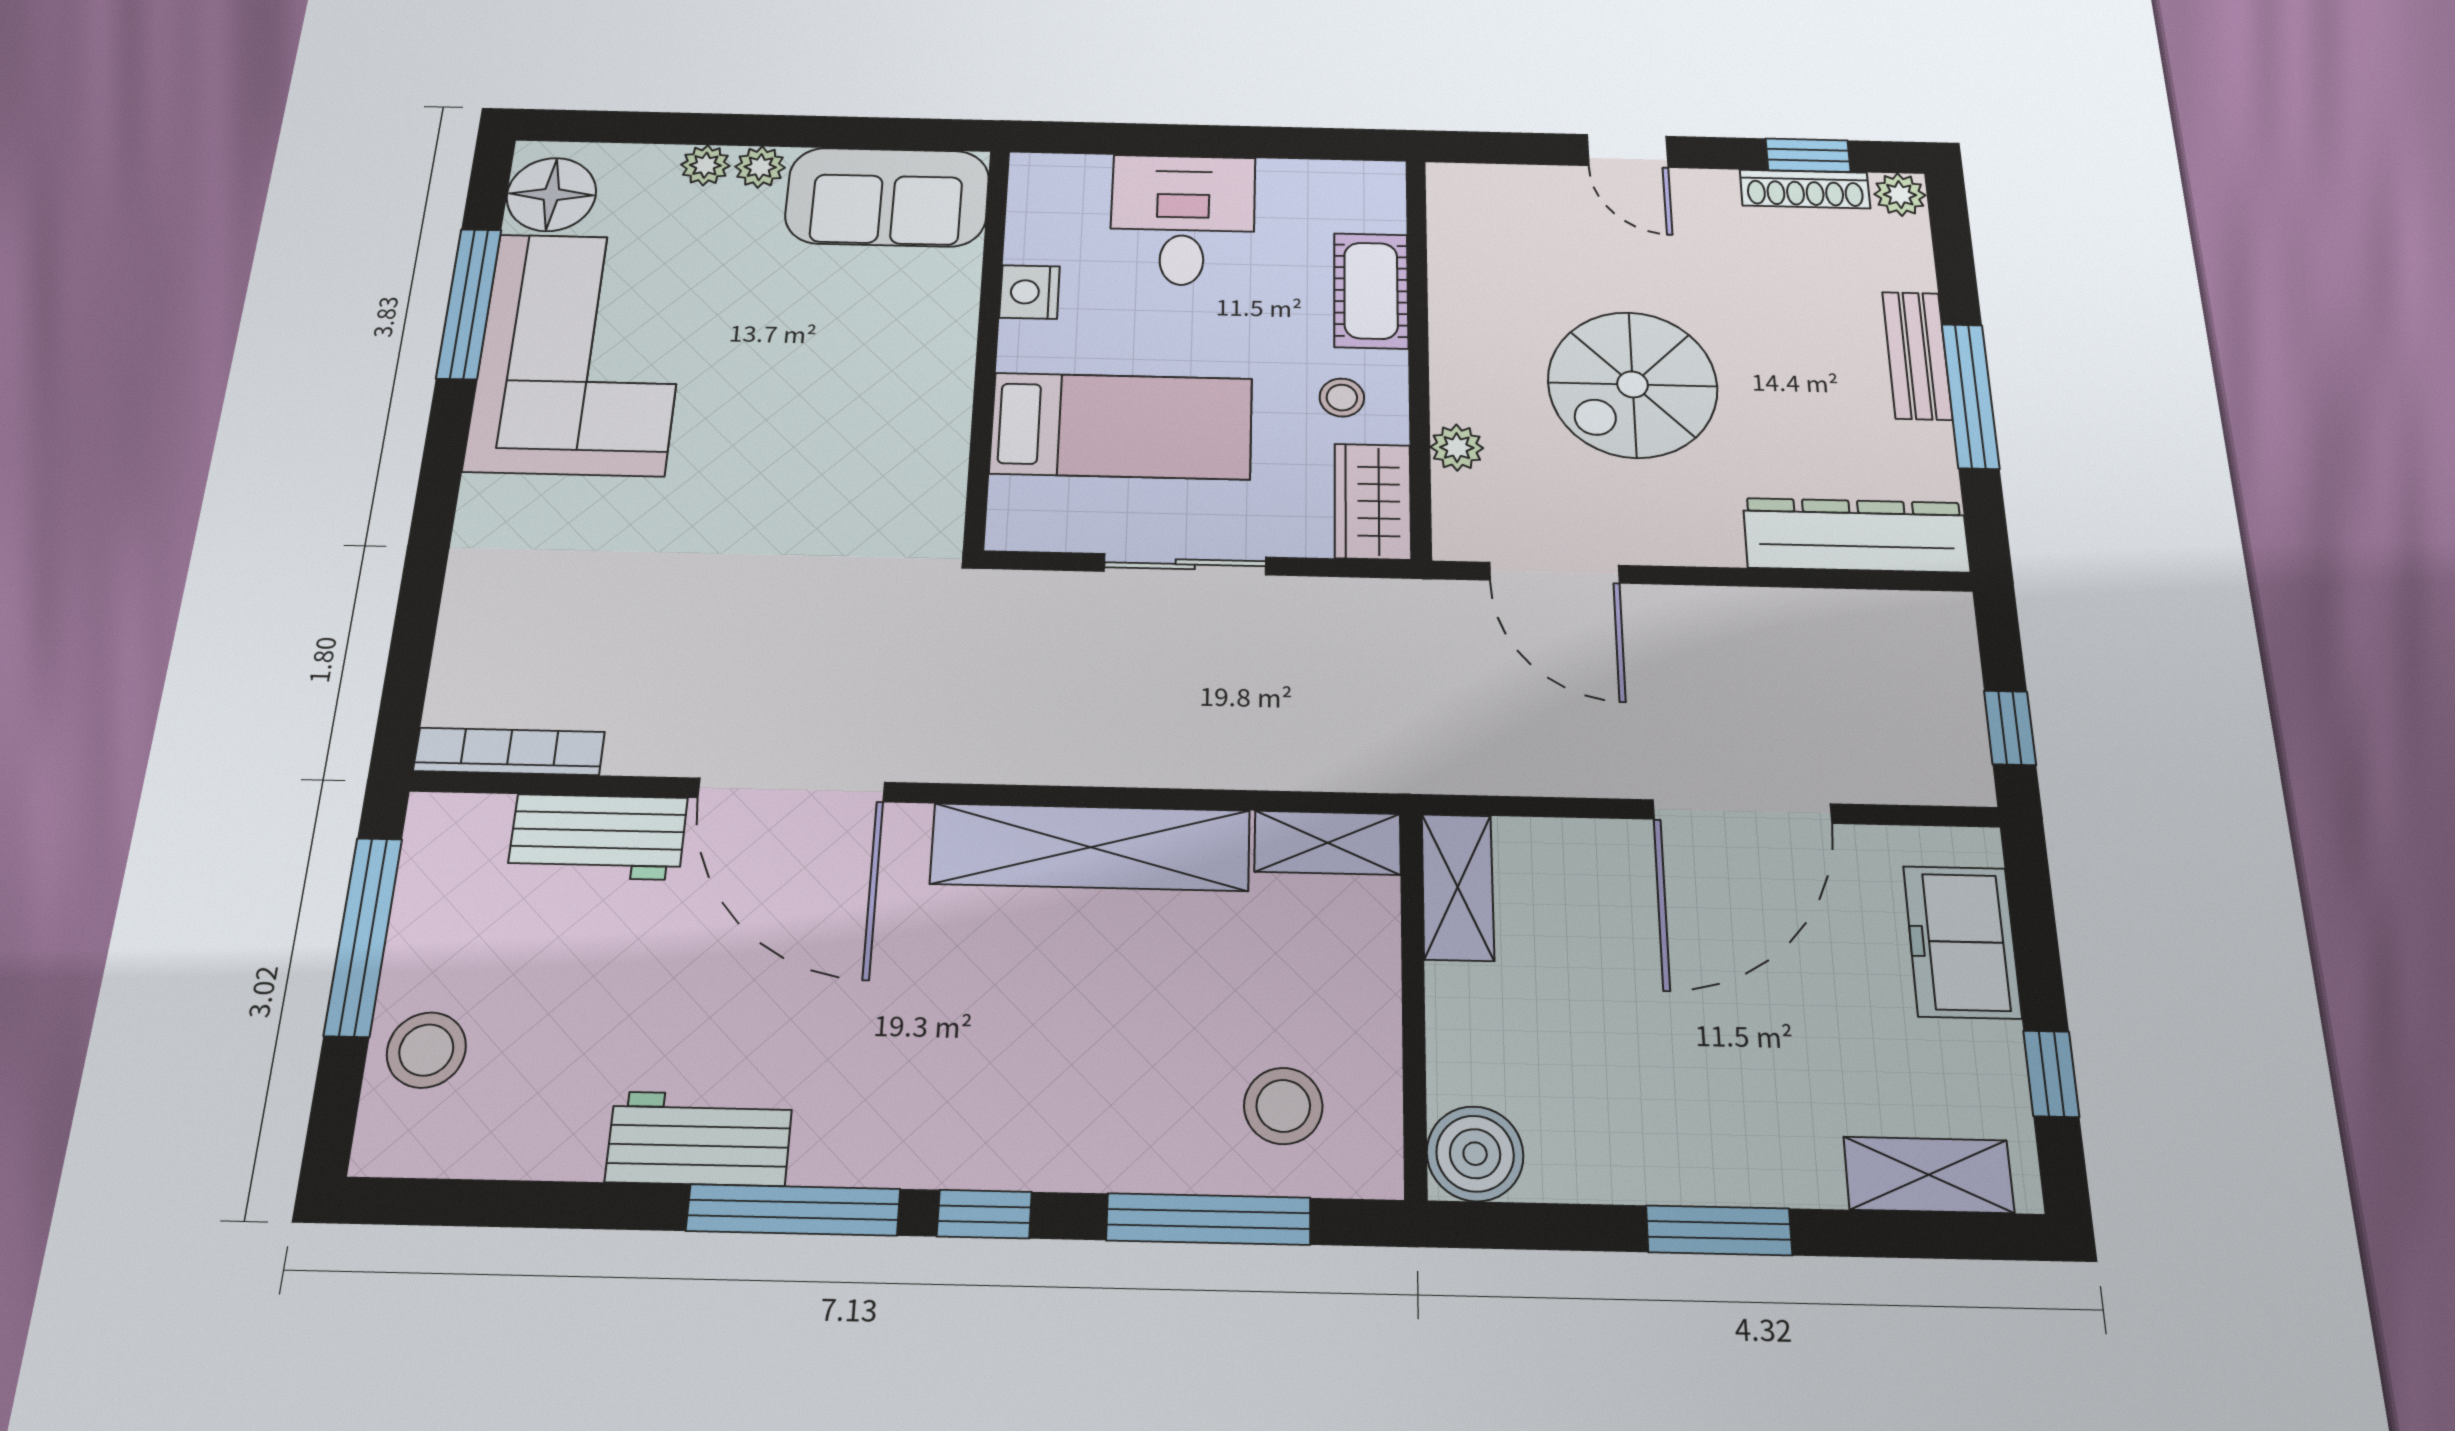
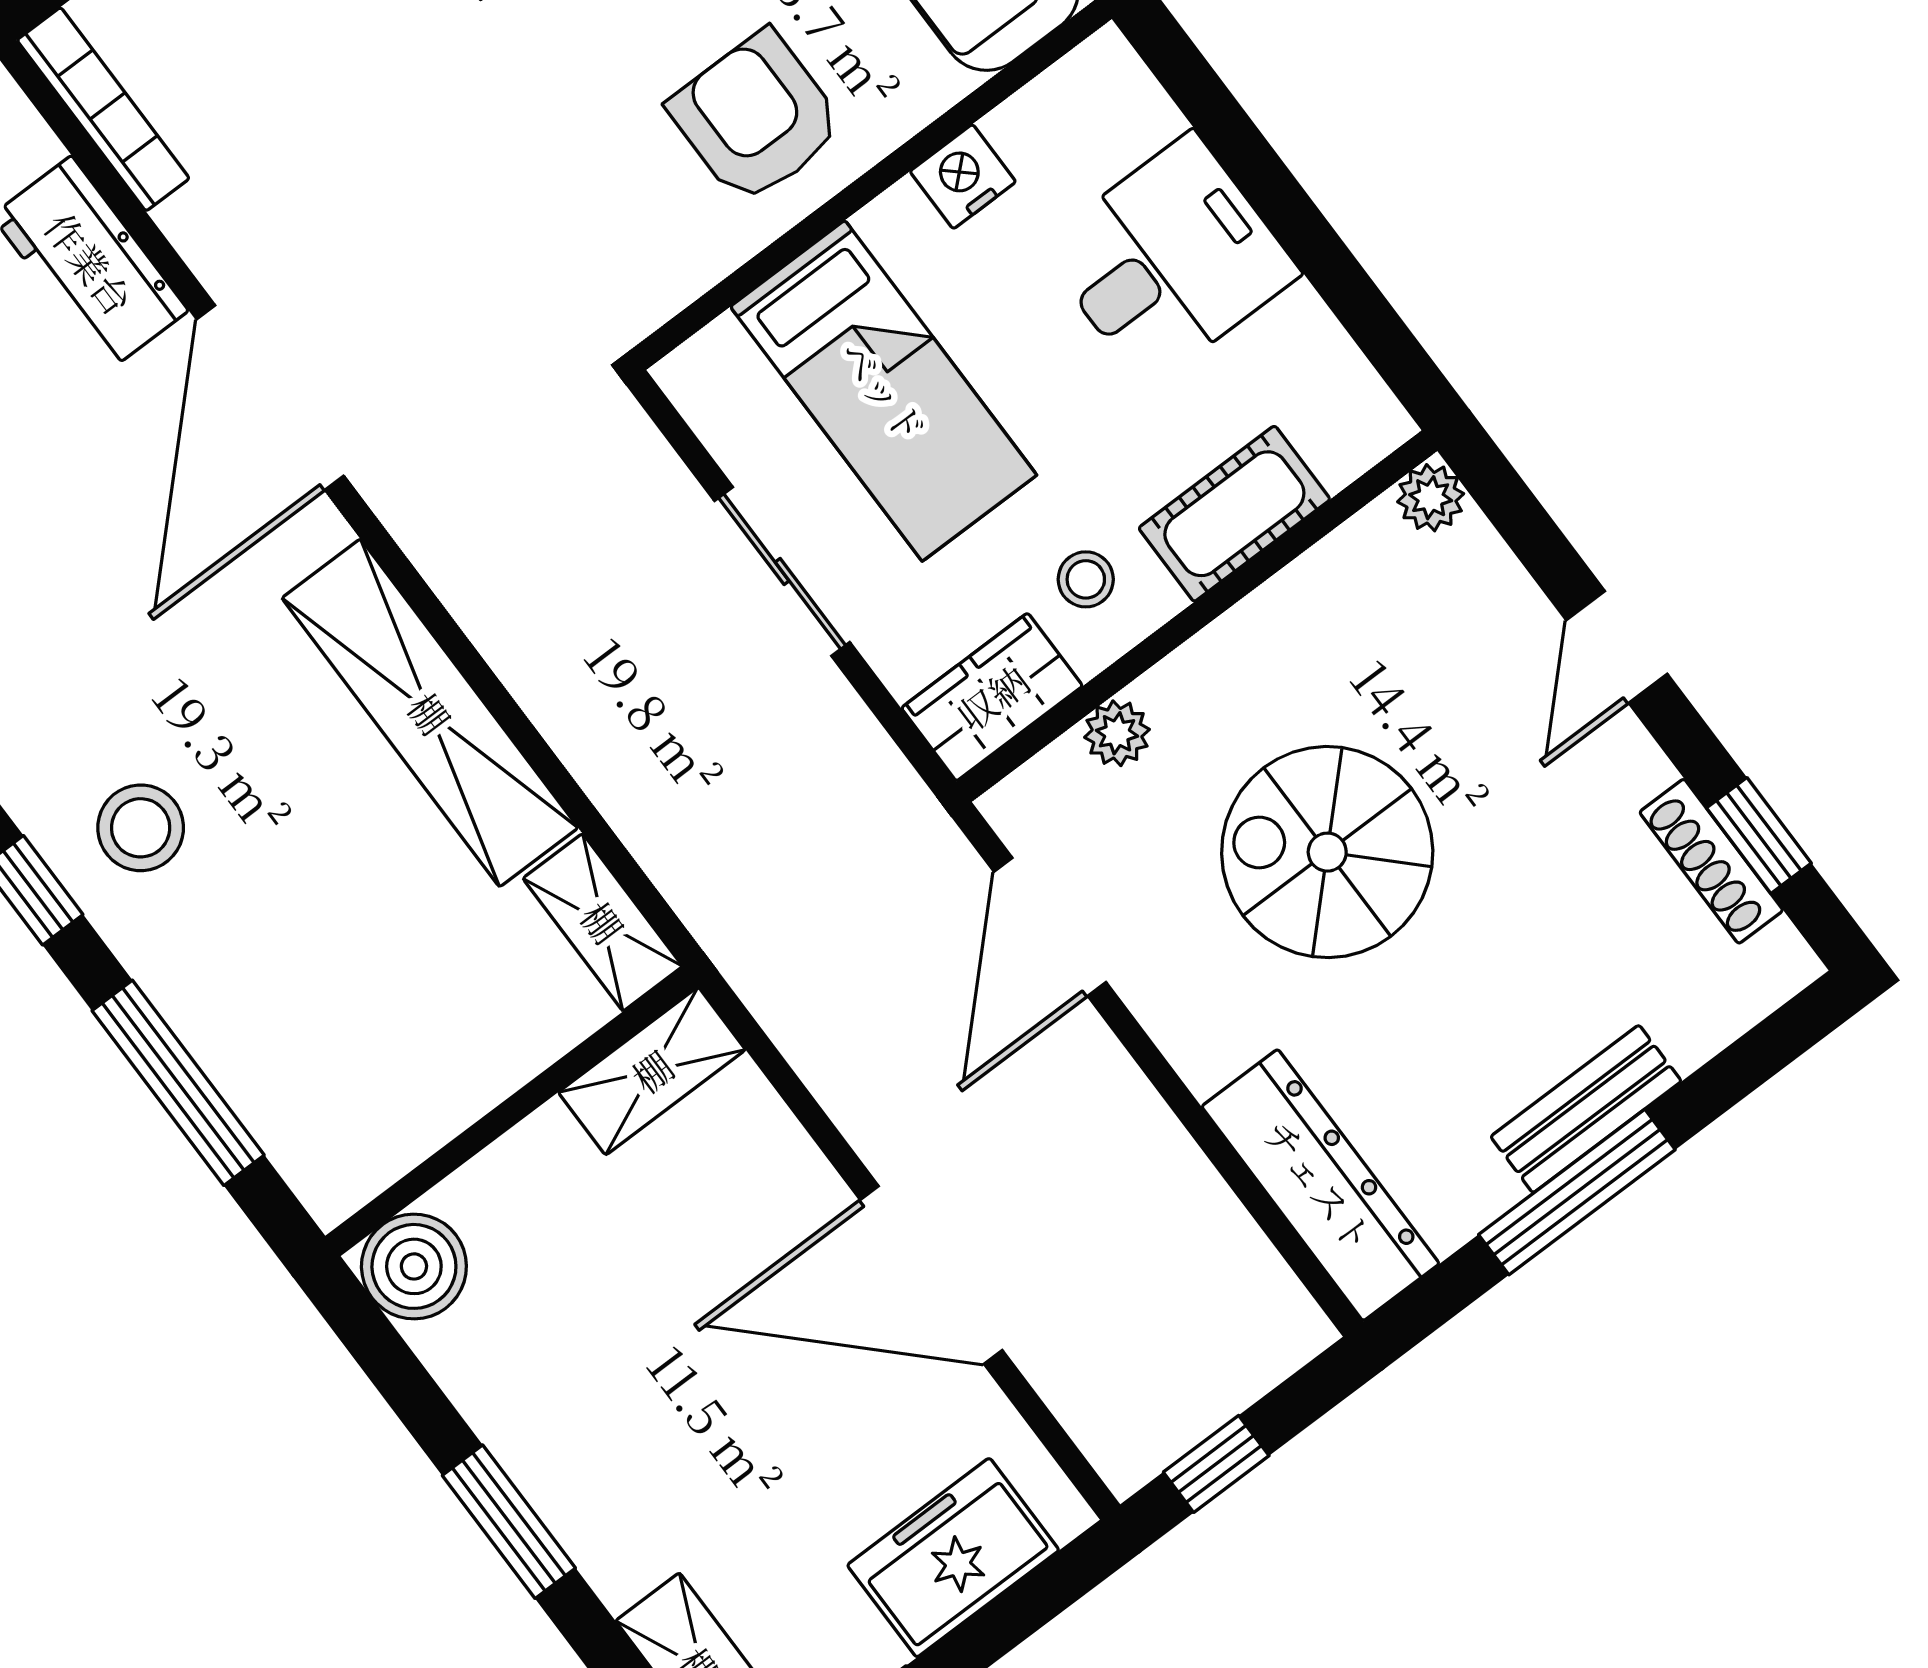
plant: (1900, 195) -> (1431, 498), moved
armchair: (887, 377) -> (756, 117), added
stool: (1283, 1106) -> (141, 828), moved

